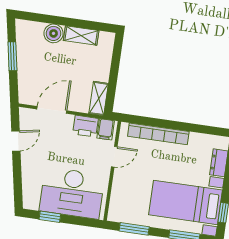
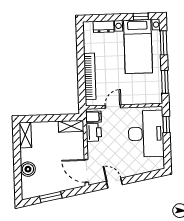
shelving: (81, 35) -> (25, 135), moved
door: (52, 110) -> (86, 171), moved
door: (114, 157) -> (113, 107), hinge flipped
window: (50, 217) -> (166, 125), moved

